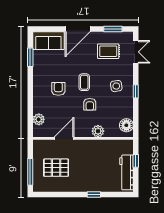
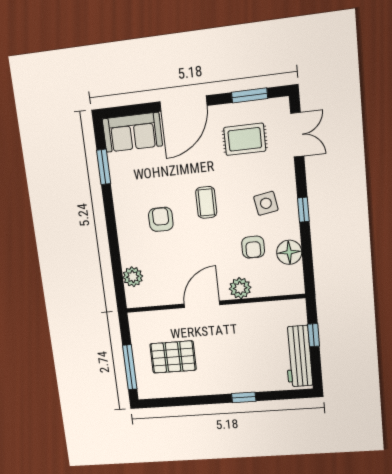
armchair: (90, 104) -> (253, 247), moved
floor lamp: (126, 125) -> (289, 252), moved
door: (64, 138) -> (202, 304), moved

